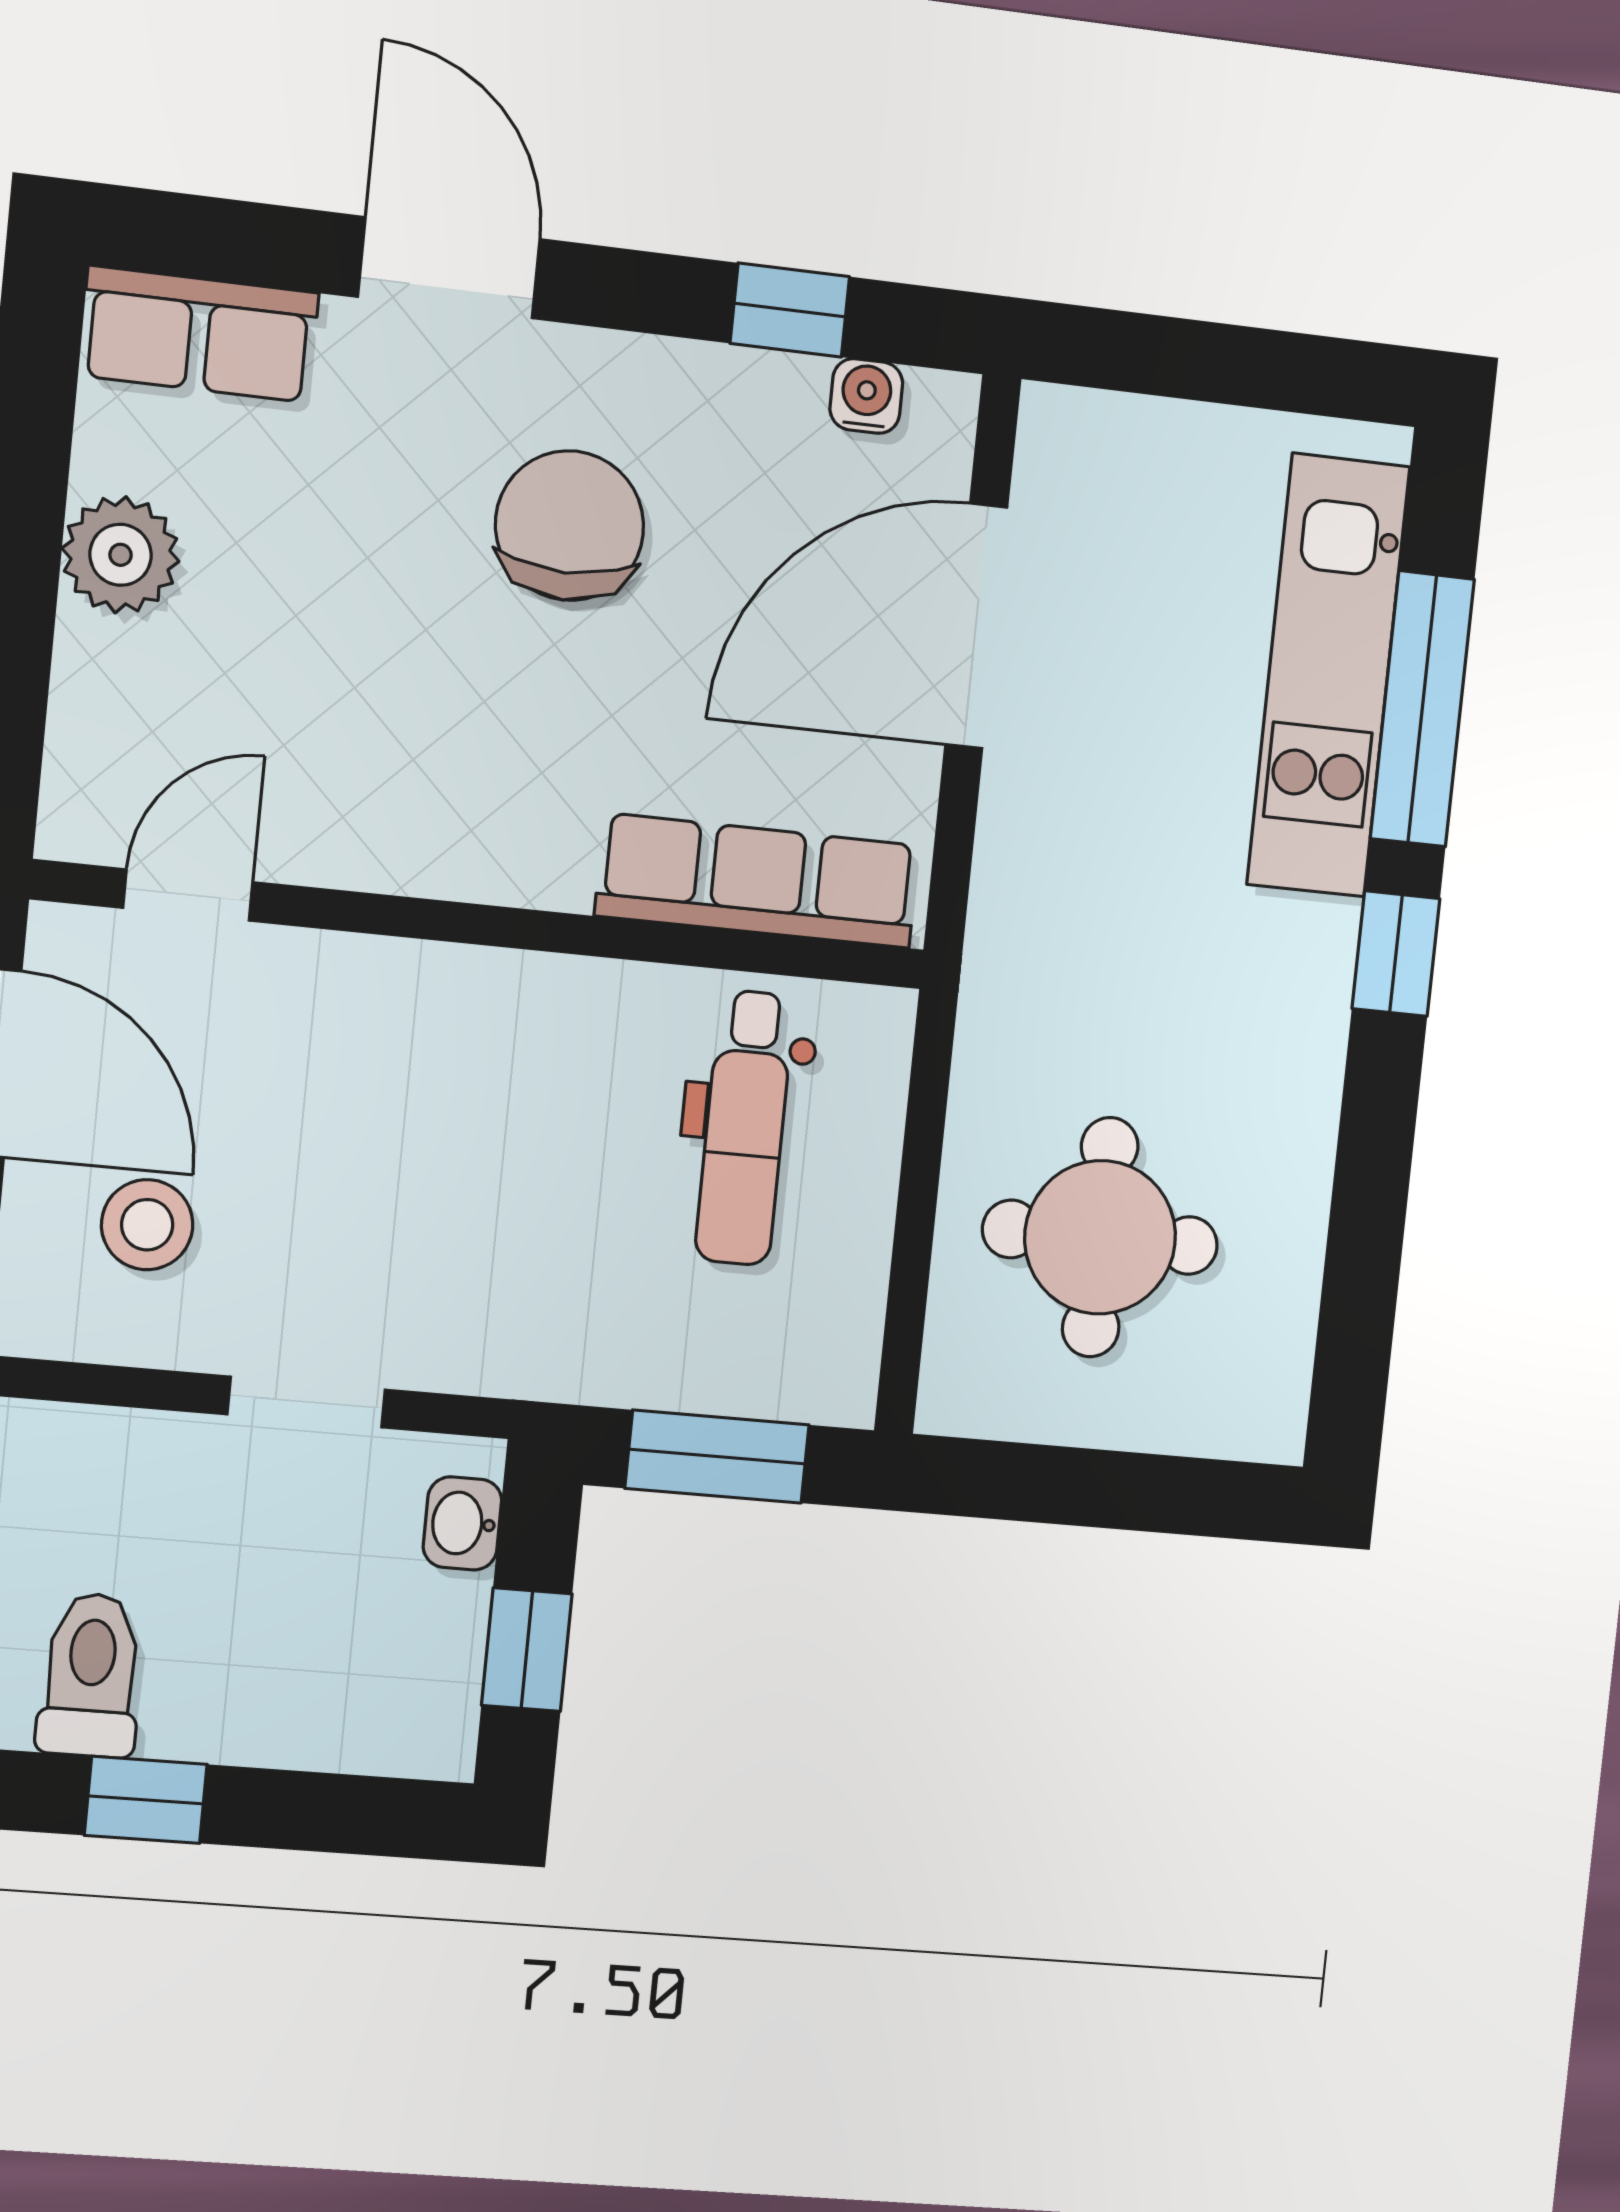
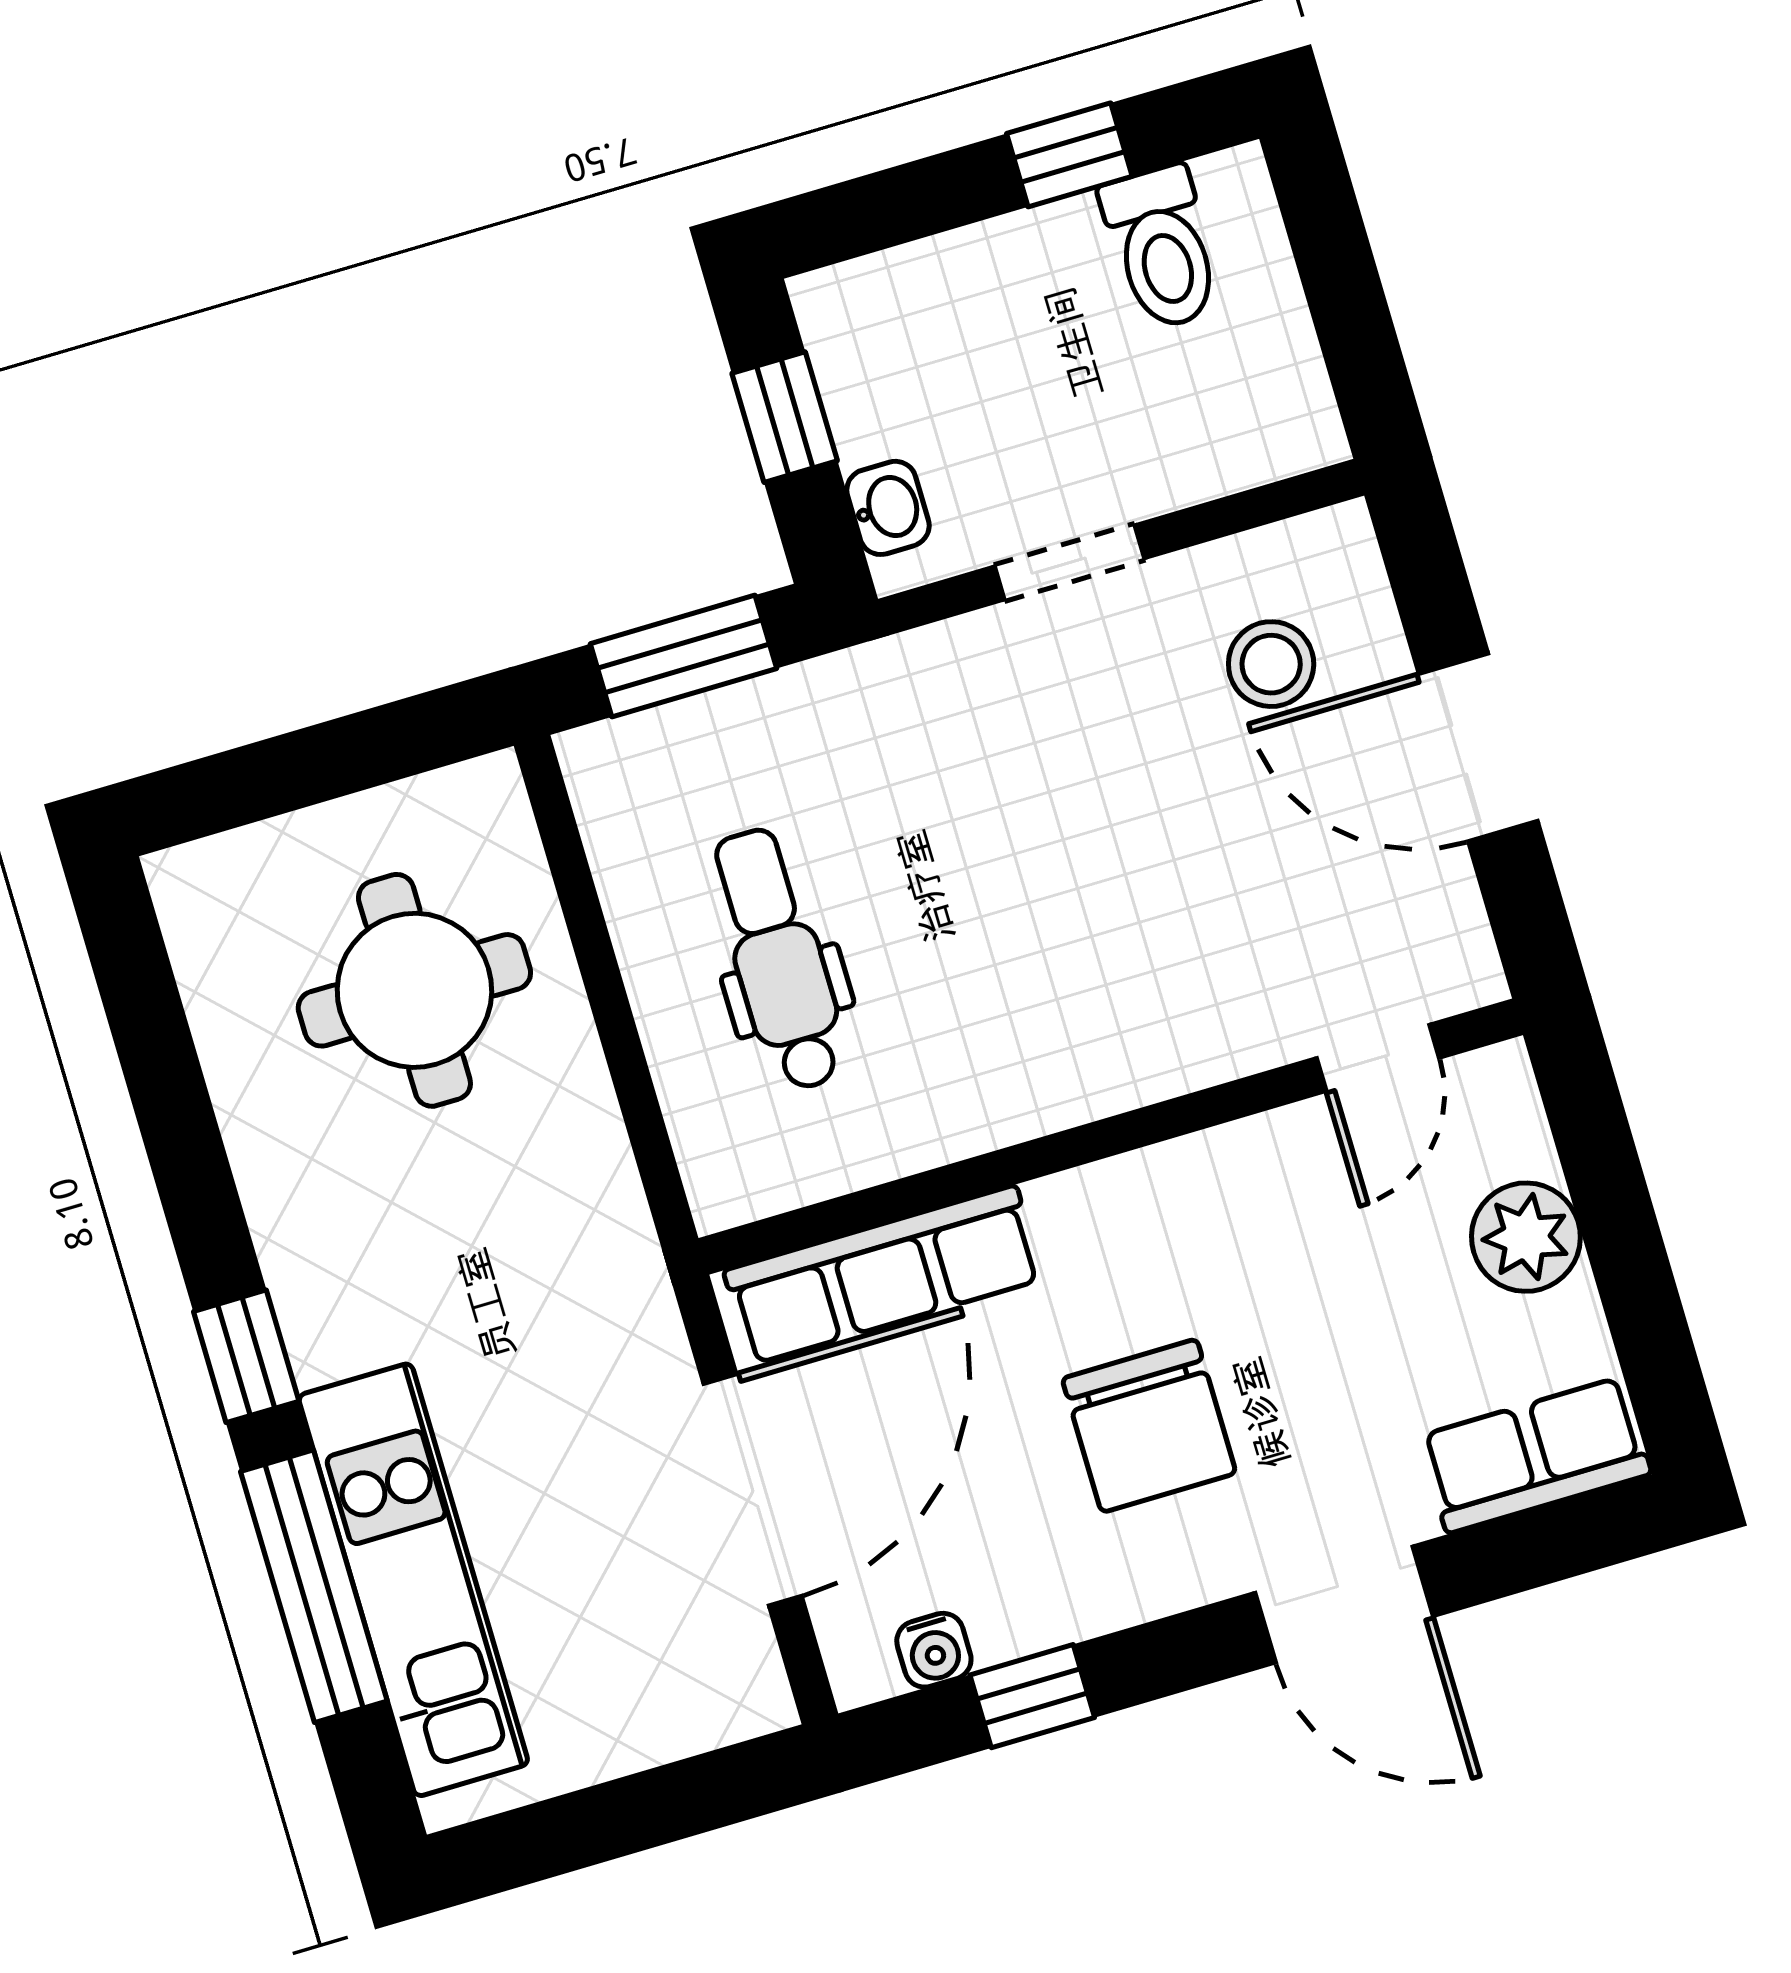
row of seats: (757, 881) -> (883, 1275), moved
door: (188, 895) -> (1378, 1058), moved
wall: (483, 925) -> (1111, 1137), moved

